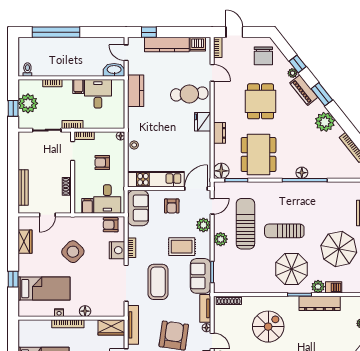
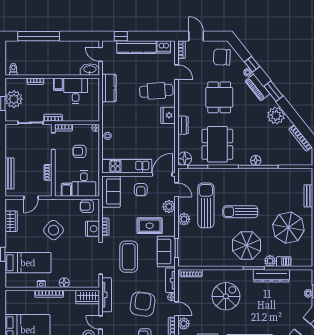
chair: (263, 56) -> (222, 57), turned 92
door: (212, 206) -> (176, 190), hinge flipped

